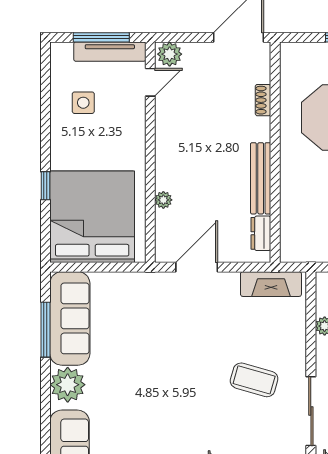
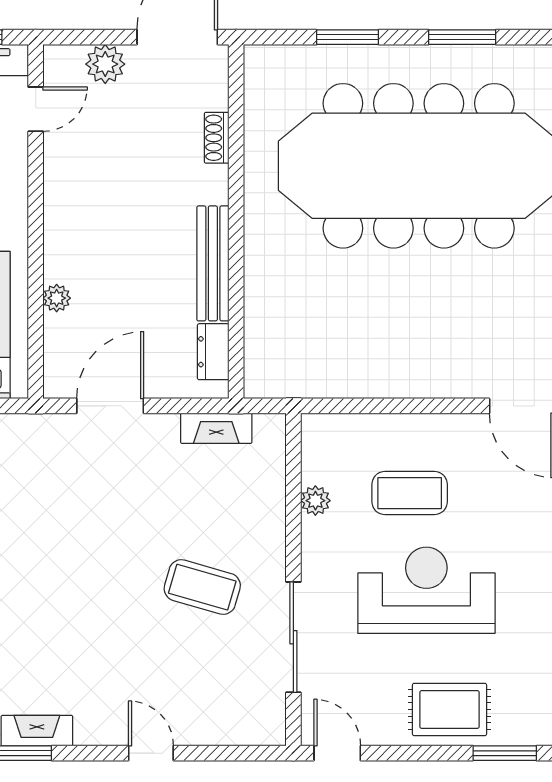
plant: (170, 54) -> (105, 64), moved
fireplace: (271, 284) -> (216, 428), width x0.73, depth x0.76

